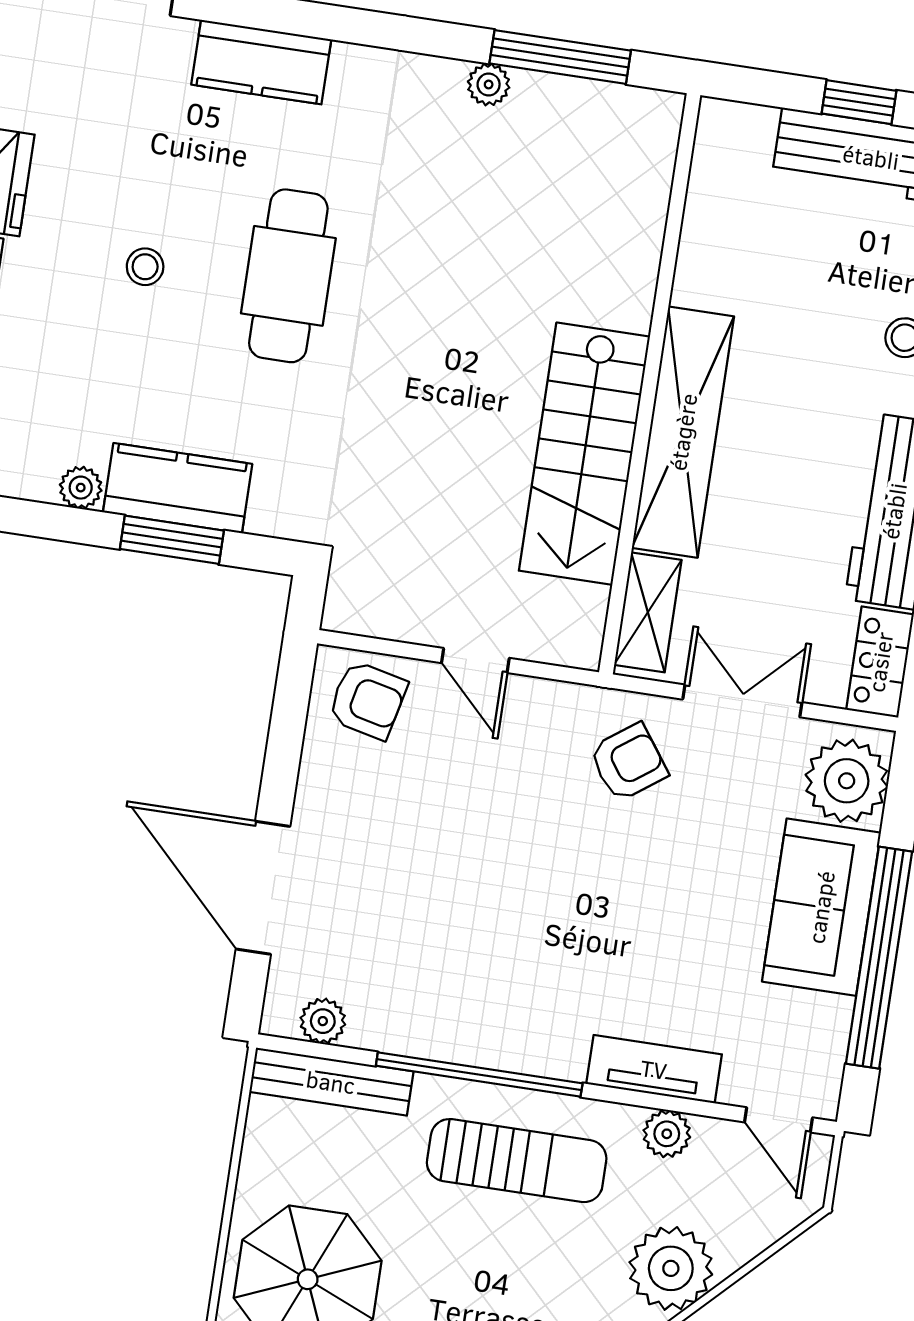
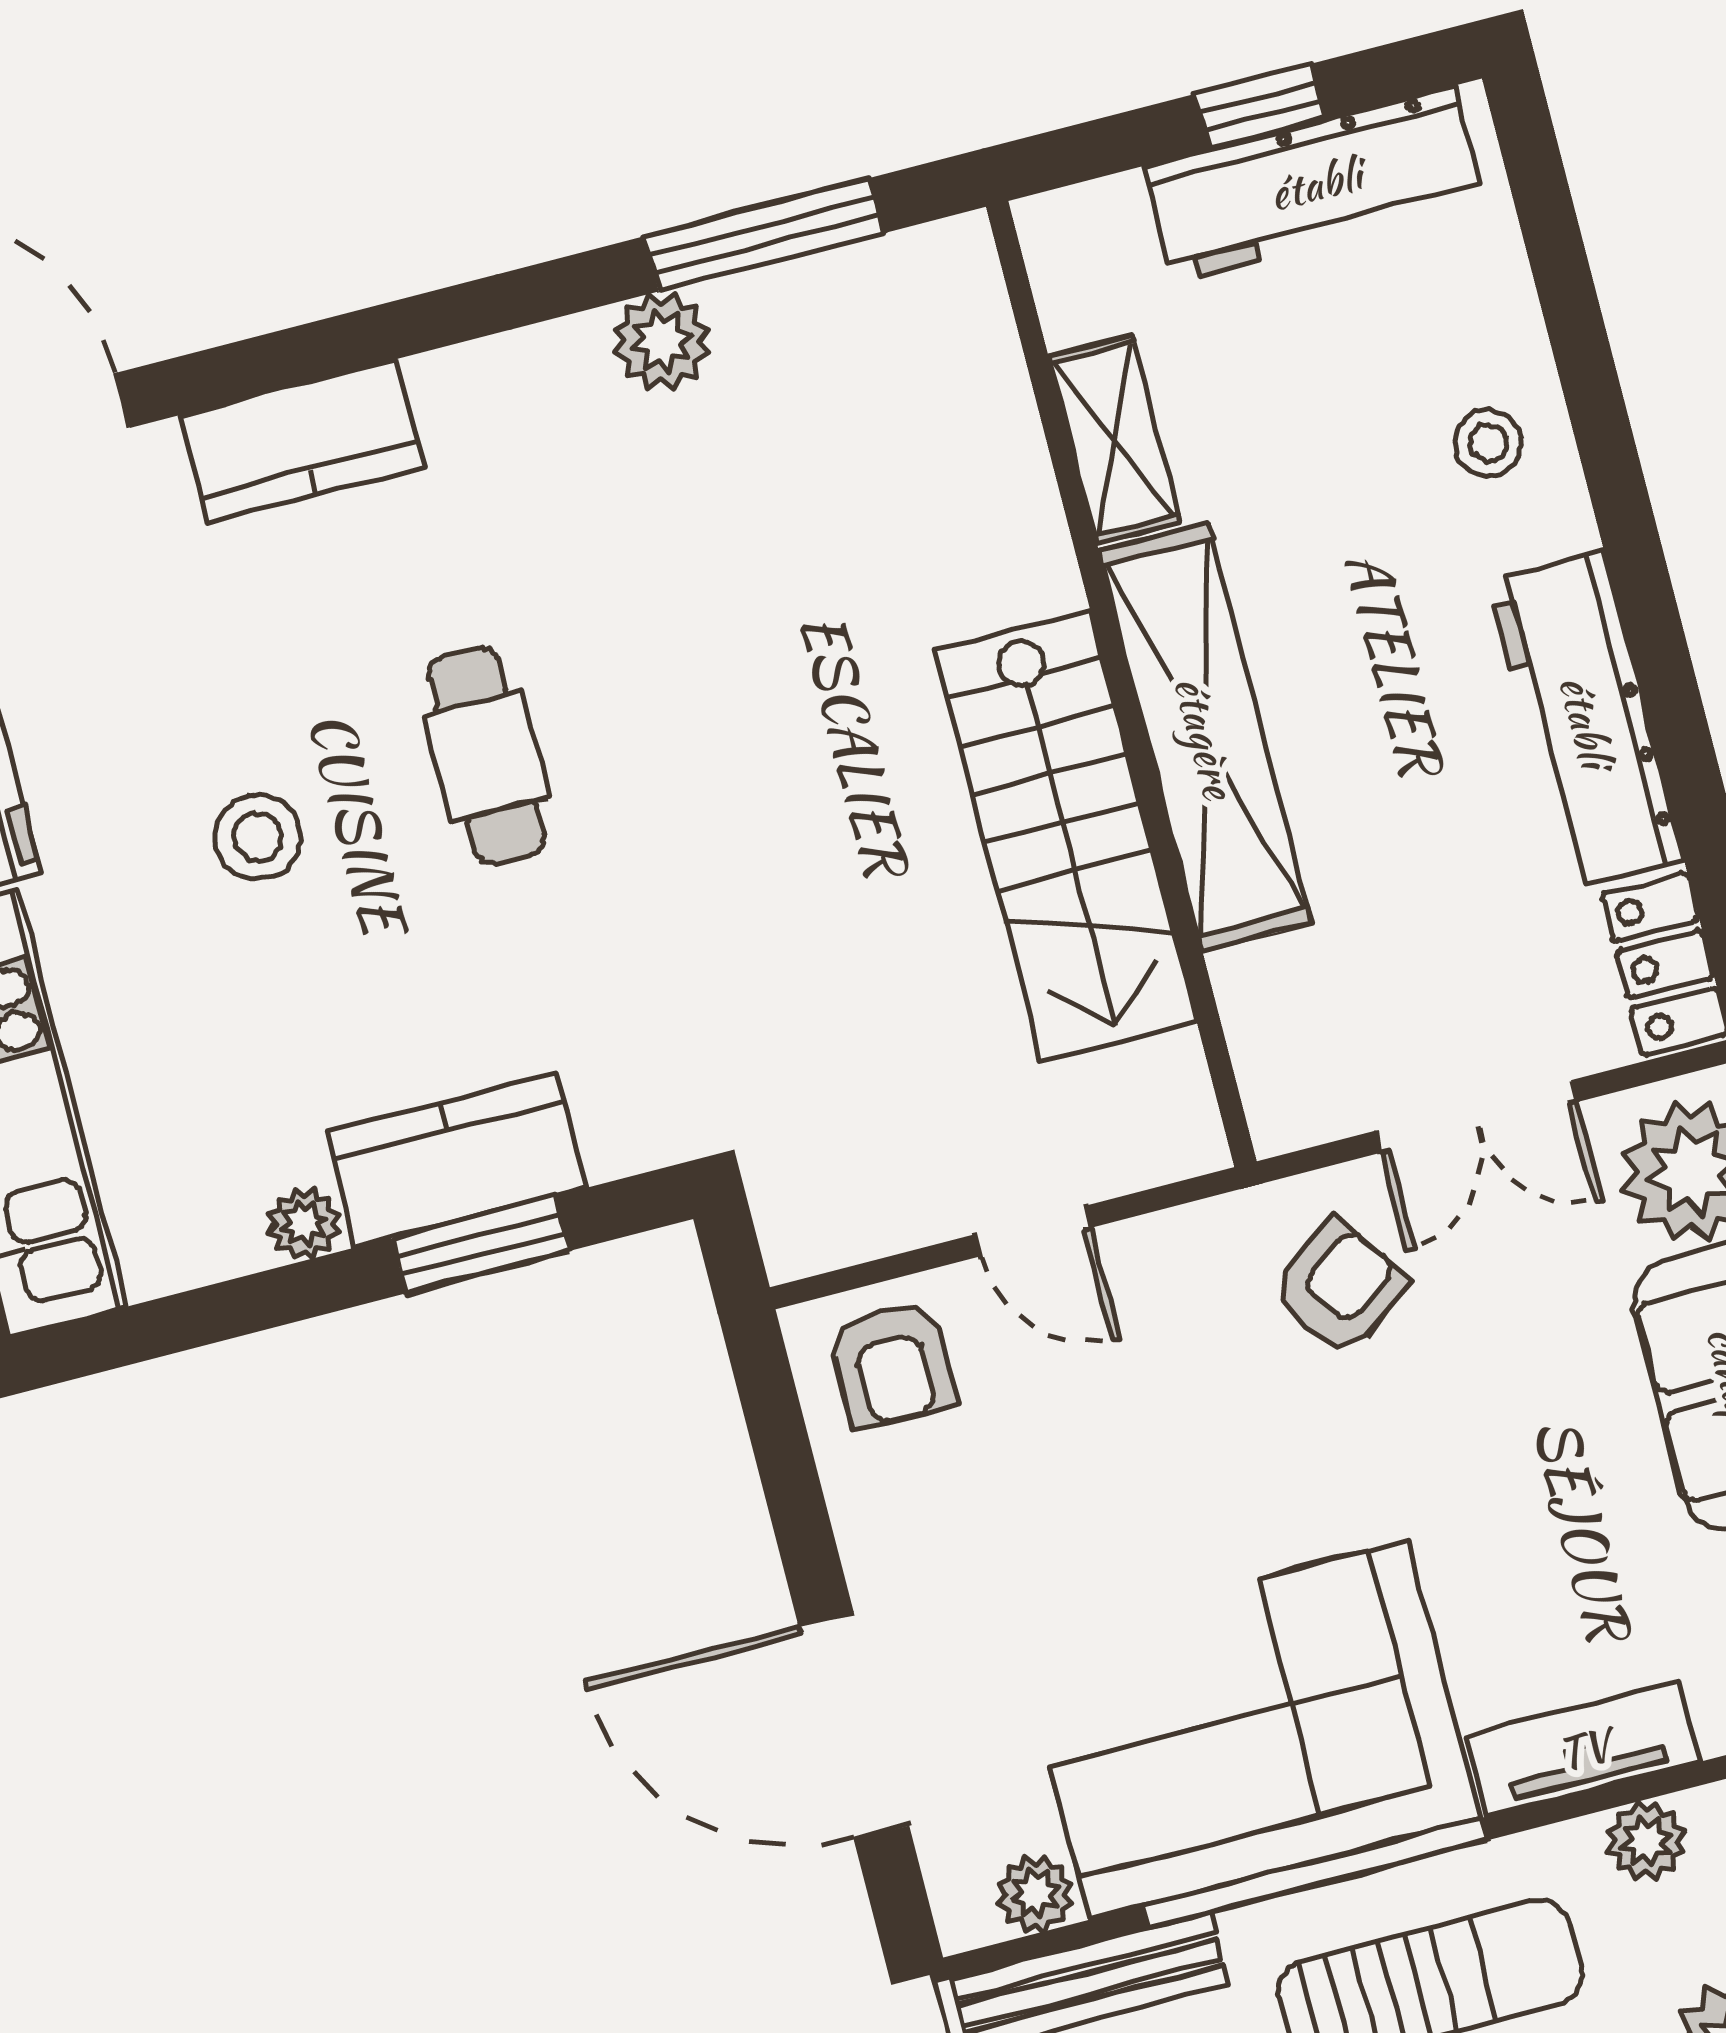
plant: (489, 84) -> (662, 341), width x1.38, depth x1.38
stool: (145, 267) -> (258, 837), width x1.37, depth x1.37
cafe table: (288, 276) -> (487, 756), width x0.73, depth x0.74
shelving: (648, 612) -> (1115, 440), moved
armchair: (368, 700) -> (892, 1364), turned 77
double door: (742, 701) -> (1476, 1116), swing flipped
corner sofa: (477, 982) -> (1249, 1730), added

